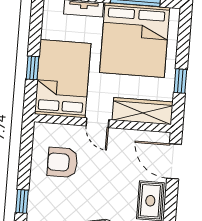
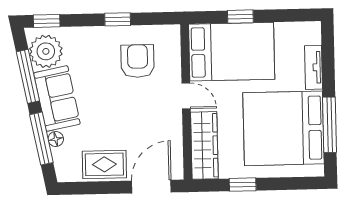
door: (97, 123) -> (186, 96), swing flipped
window: (22, 201) -> (118, 19), moved

